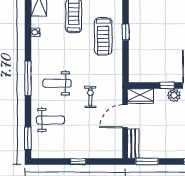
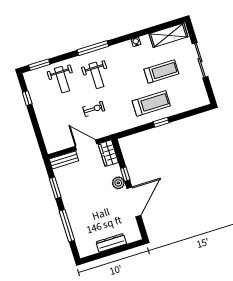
treadmill: (103, 36) -> (151, 103), turned 180
weight bench: (57, 83) -> (96, 75), turned 180
window: (78, 162) -> (27, 98), moved
window: (147, 162) -> (55, 188), moved

